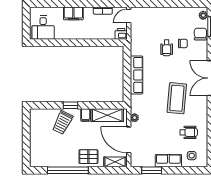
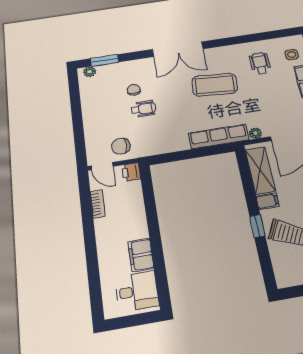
filing cabinet: (73, 13) -> (141, 255), moved, turned 180
chair: (200, 34) -> (121, 146), moved
row of seats: (137, 75) -> (219, 136), moved

